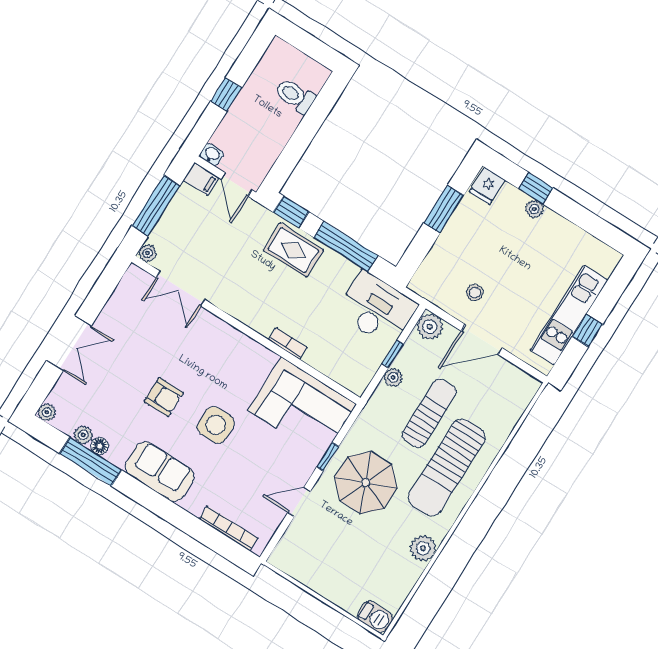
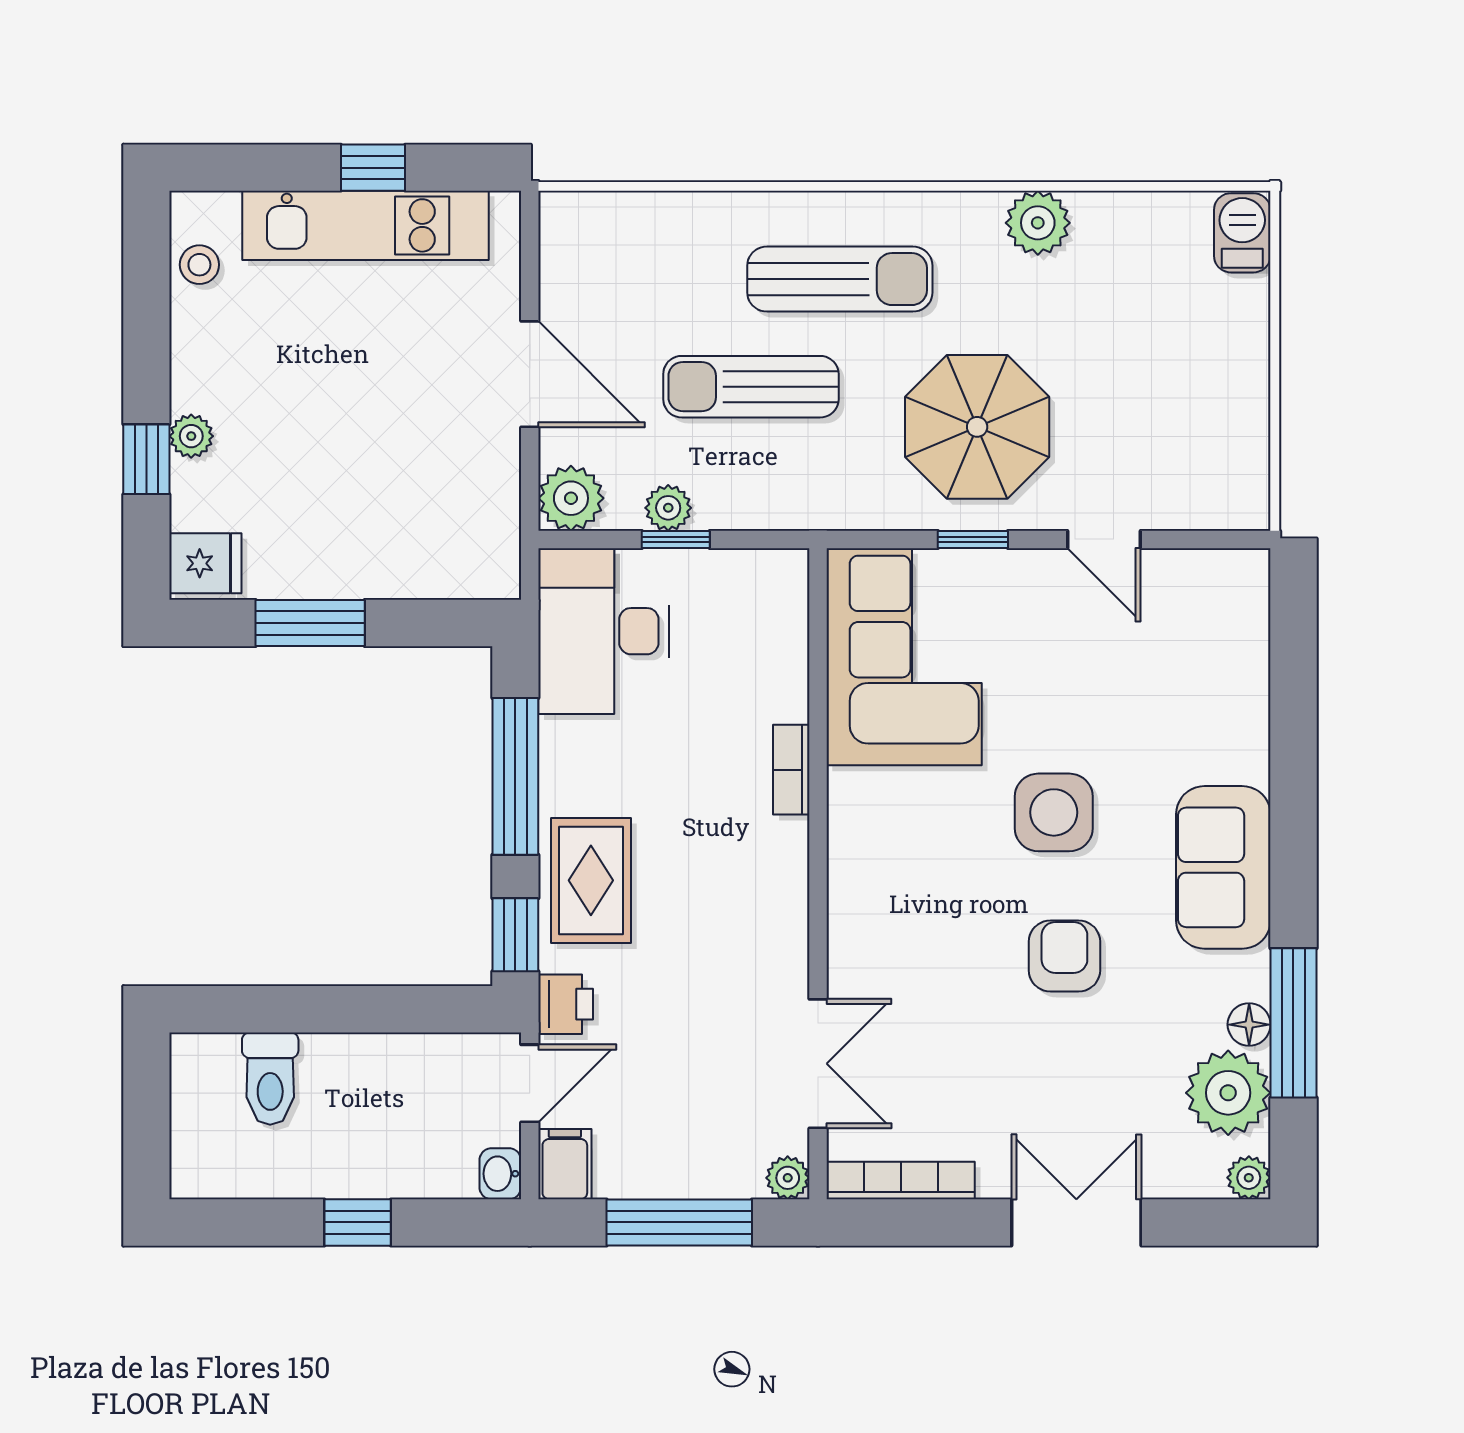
printer: (256, 214) -> (566, 1004), added
stool: (475, 293) -> (199, 265), moved
plant: (393, 377) -> (668, 508), moved
plant: (83, 435) -> (1228, 1093), width x1.88, depth x1.88
sun lounger: (447, 467) -> (840, 279), width x0.73, depth x0.75
bookcase: (228, 528) -> (901, 1180), moved, turned 90

